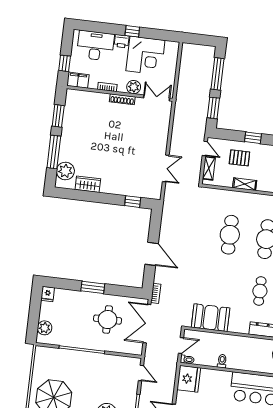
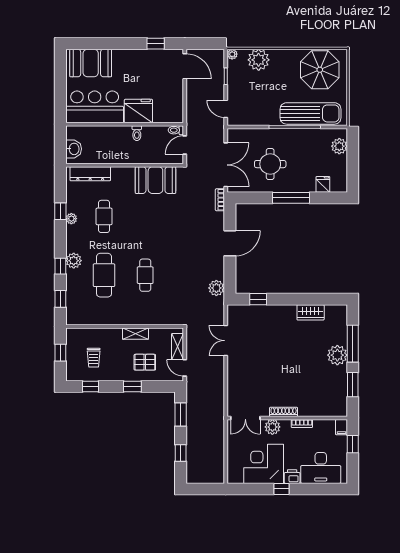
window: (218, 74) -> (181, 453), width x0.46
filing cabinet: (78, 80) -> (341, 427), width x0.50
plant: (65, 171) -> (337, 355), moved
plant: (168, 216) -> (216, 288), added
cafe table: (230, 235) -> (145, 275), width x0.73, depth x0.74
door: (152, 254) -> (230, 243), swing flipped
window: (93, 287) -> (291, 198), width x1.44
fridge: (48, 294) -> (323, 184), moved
sun lounger: (67, 360) -> (311, 113), added
fridge: (189, 379) -> (138, 111), moved, turned 90

